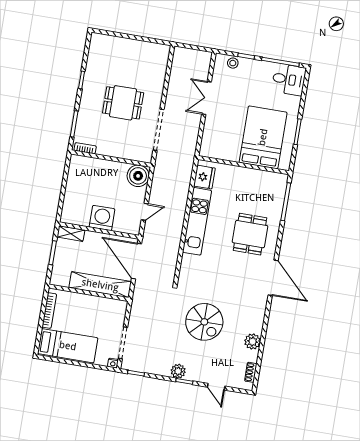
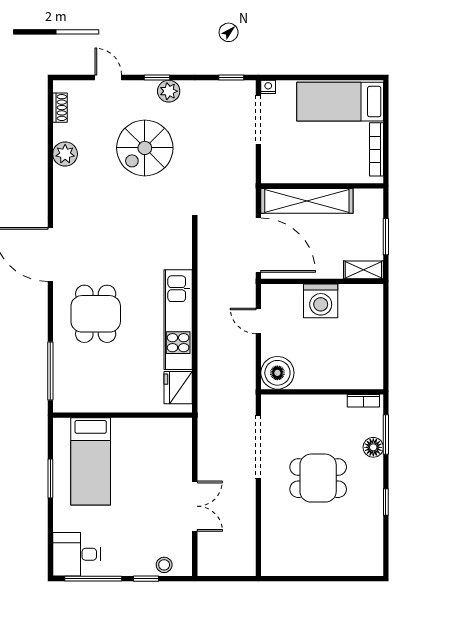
floor lamp: (84, 117) -> (373, 447), added
bed: (263, 137) -> (91, 461), width x0.67
door: (145, 212) -> (258, 321), hinge flipped
spiral stairs: (204, 322) -> (145, 148), moved, turned -90

